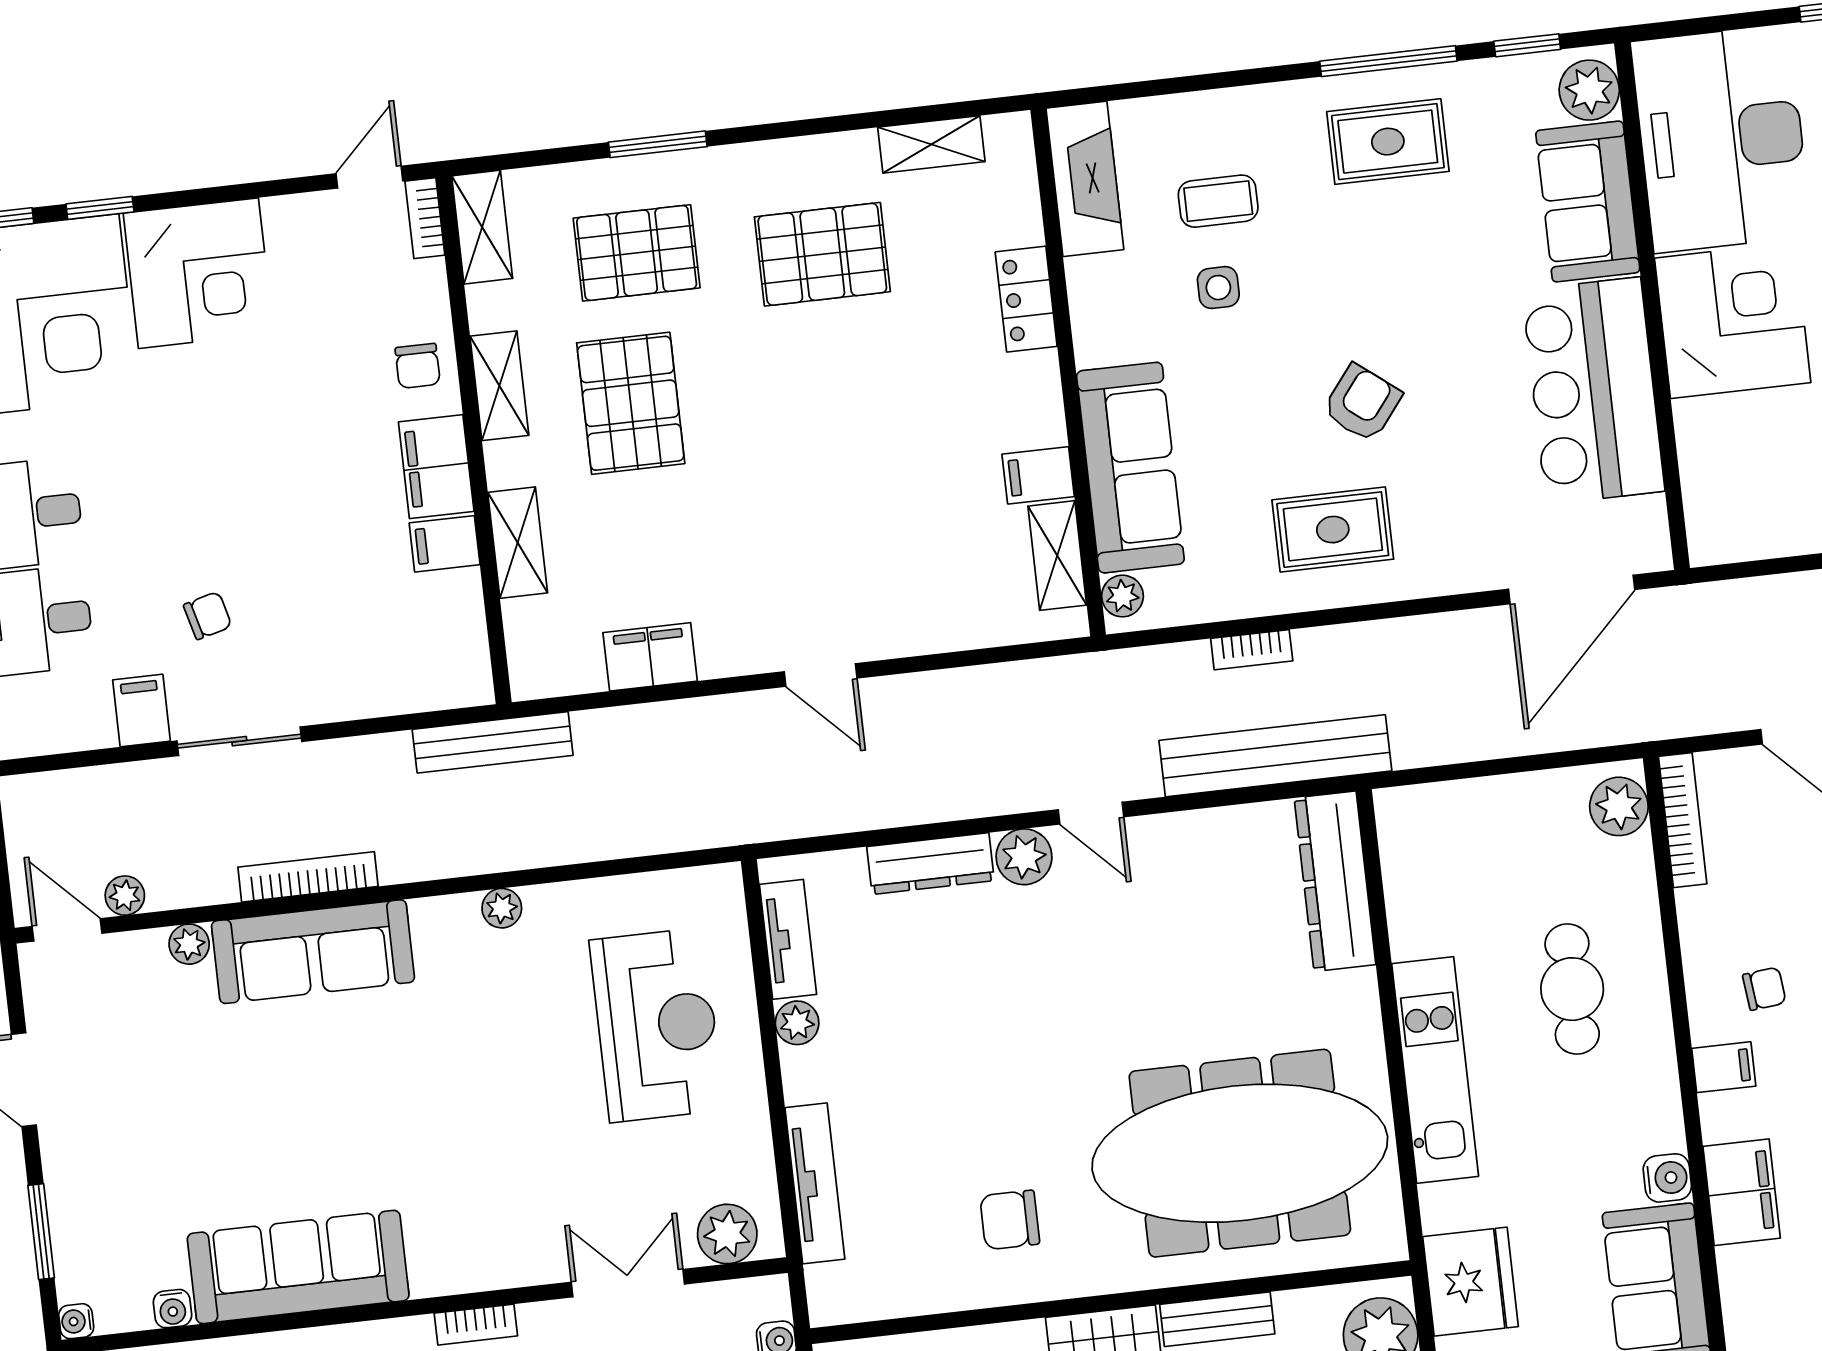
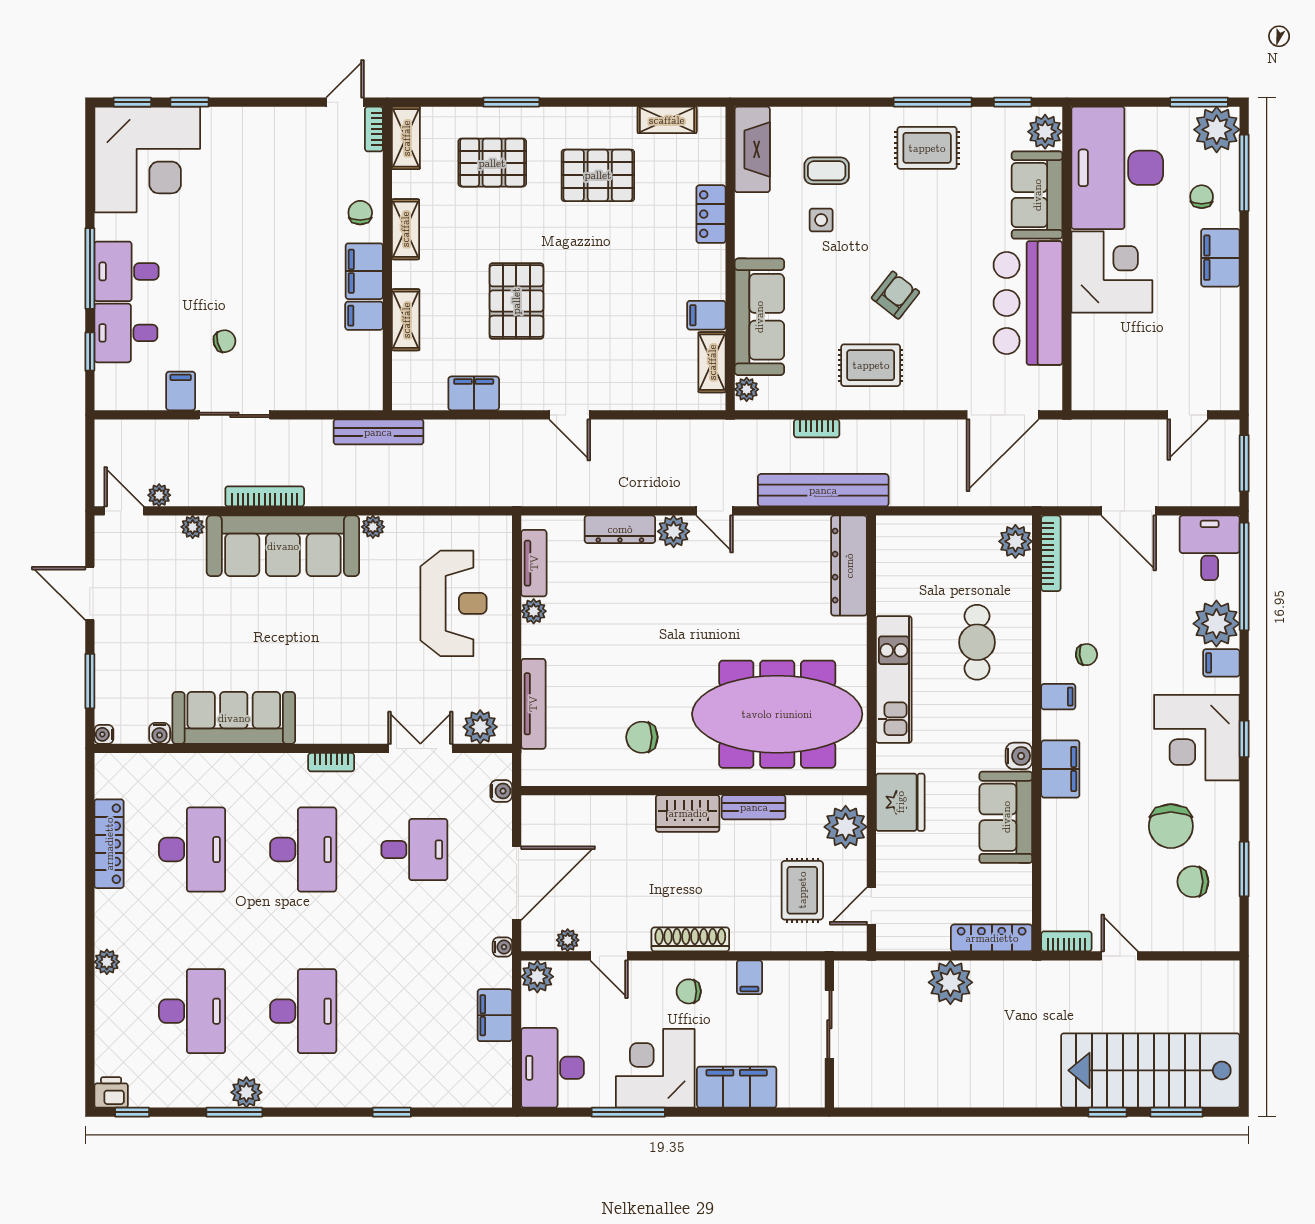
corner desk: (198, 273) -> (241, 146), removed
chair: (418, 366) -> (360, 213), turned 180
pallet: (631, 403) -> (516, 301), moved
sofa: (313, 952) -> (283, 546), width x1.36, depth x1.27

